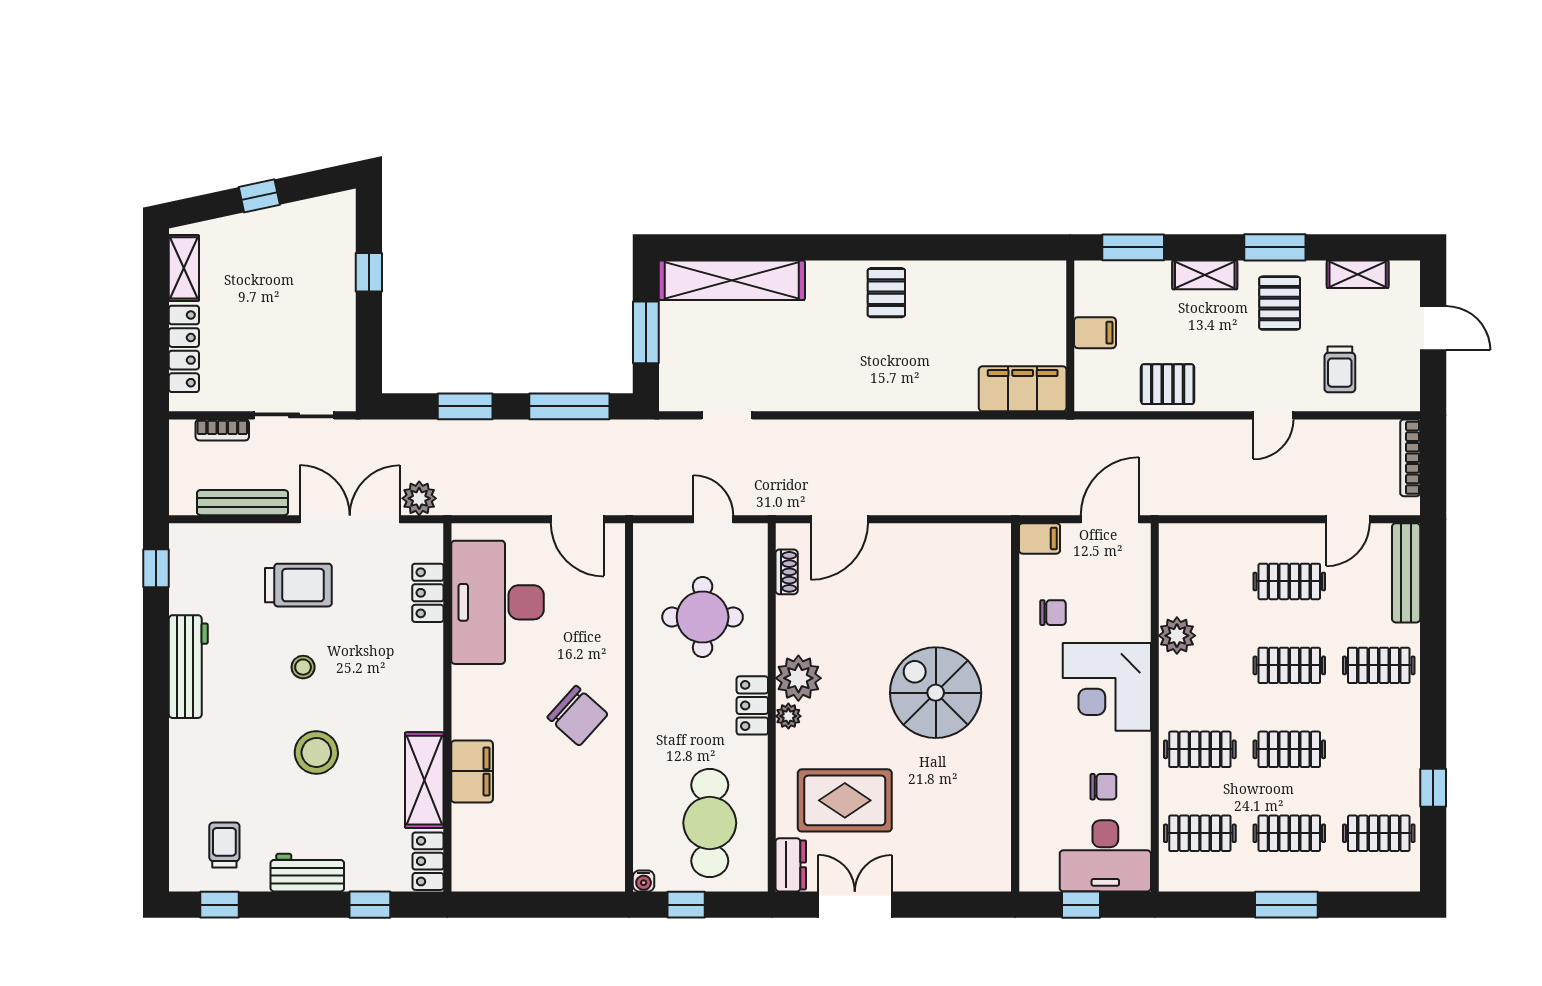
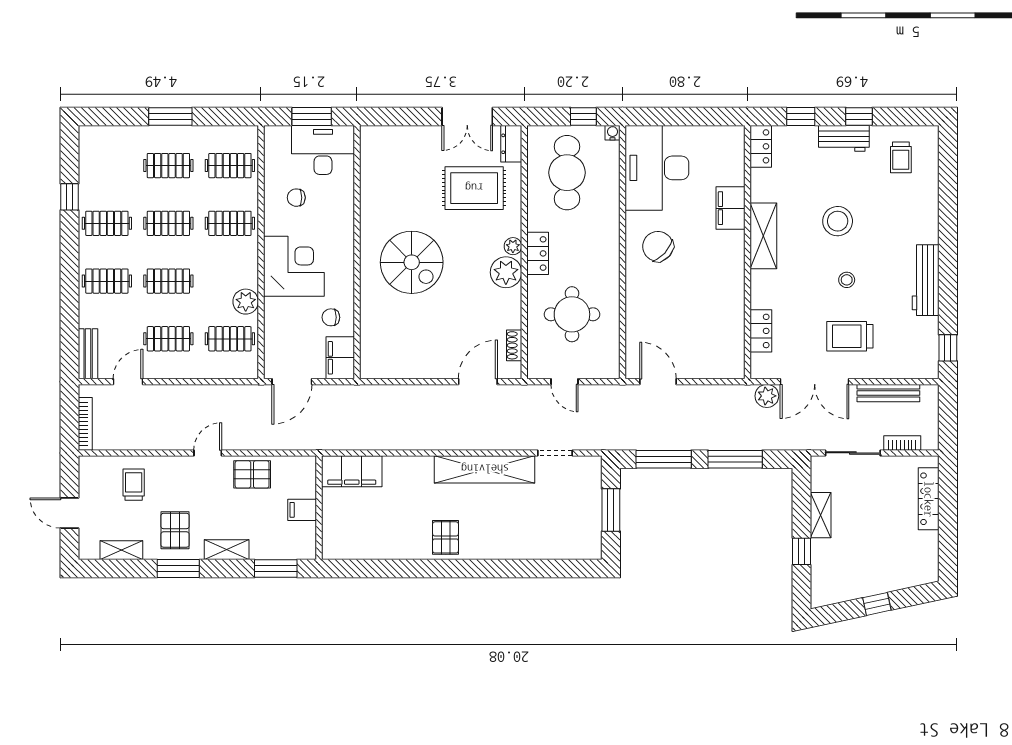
shelving: (184, 268) -> (821, 515), moved
shelving: (732, 280) -> (485, 469), moved
window: (465, 406) -> (735, 459), width x1.44
door: (1273, 415) -> (208, 453), moved
filing cabinet: (1040, 538) -> (340, 358), width x2.00
bench: (1406, 573) -> (88, 354), width x0.73
clothes rail: (1200, 581) -> (230, 339), added
desk: (497, 602) -> (657, 168), moved, turned 180
shelving: (424, 780) -> (763, 236), moved
clothes rail: (1379, 833) -> (107, 223), moved
desk: (1105, 856) -> (323, 150), moved
window: (220, 905) -> (859, 116), moved
window: (1081, 905) -> (312, 116), width x1.50

